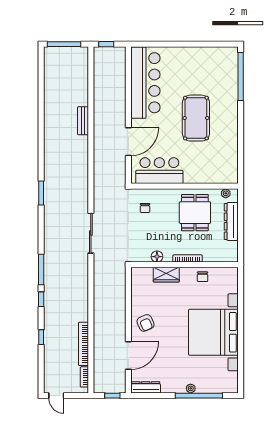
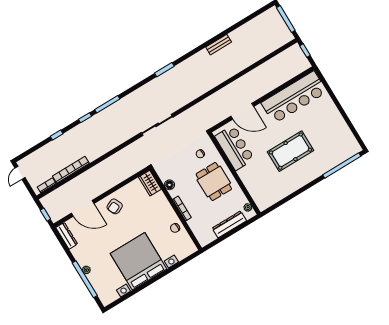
bench: (83, 121) -> (219, 45), moved
dining table: (195, 213) -> (214, 182), moved, turned 90
wardrobe: (166, 275) -> (150, 183), moved

